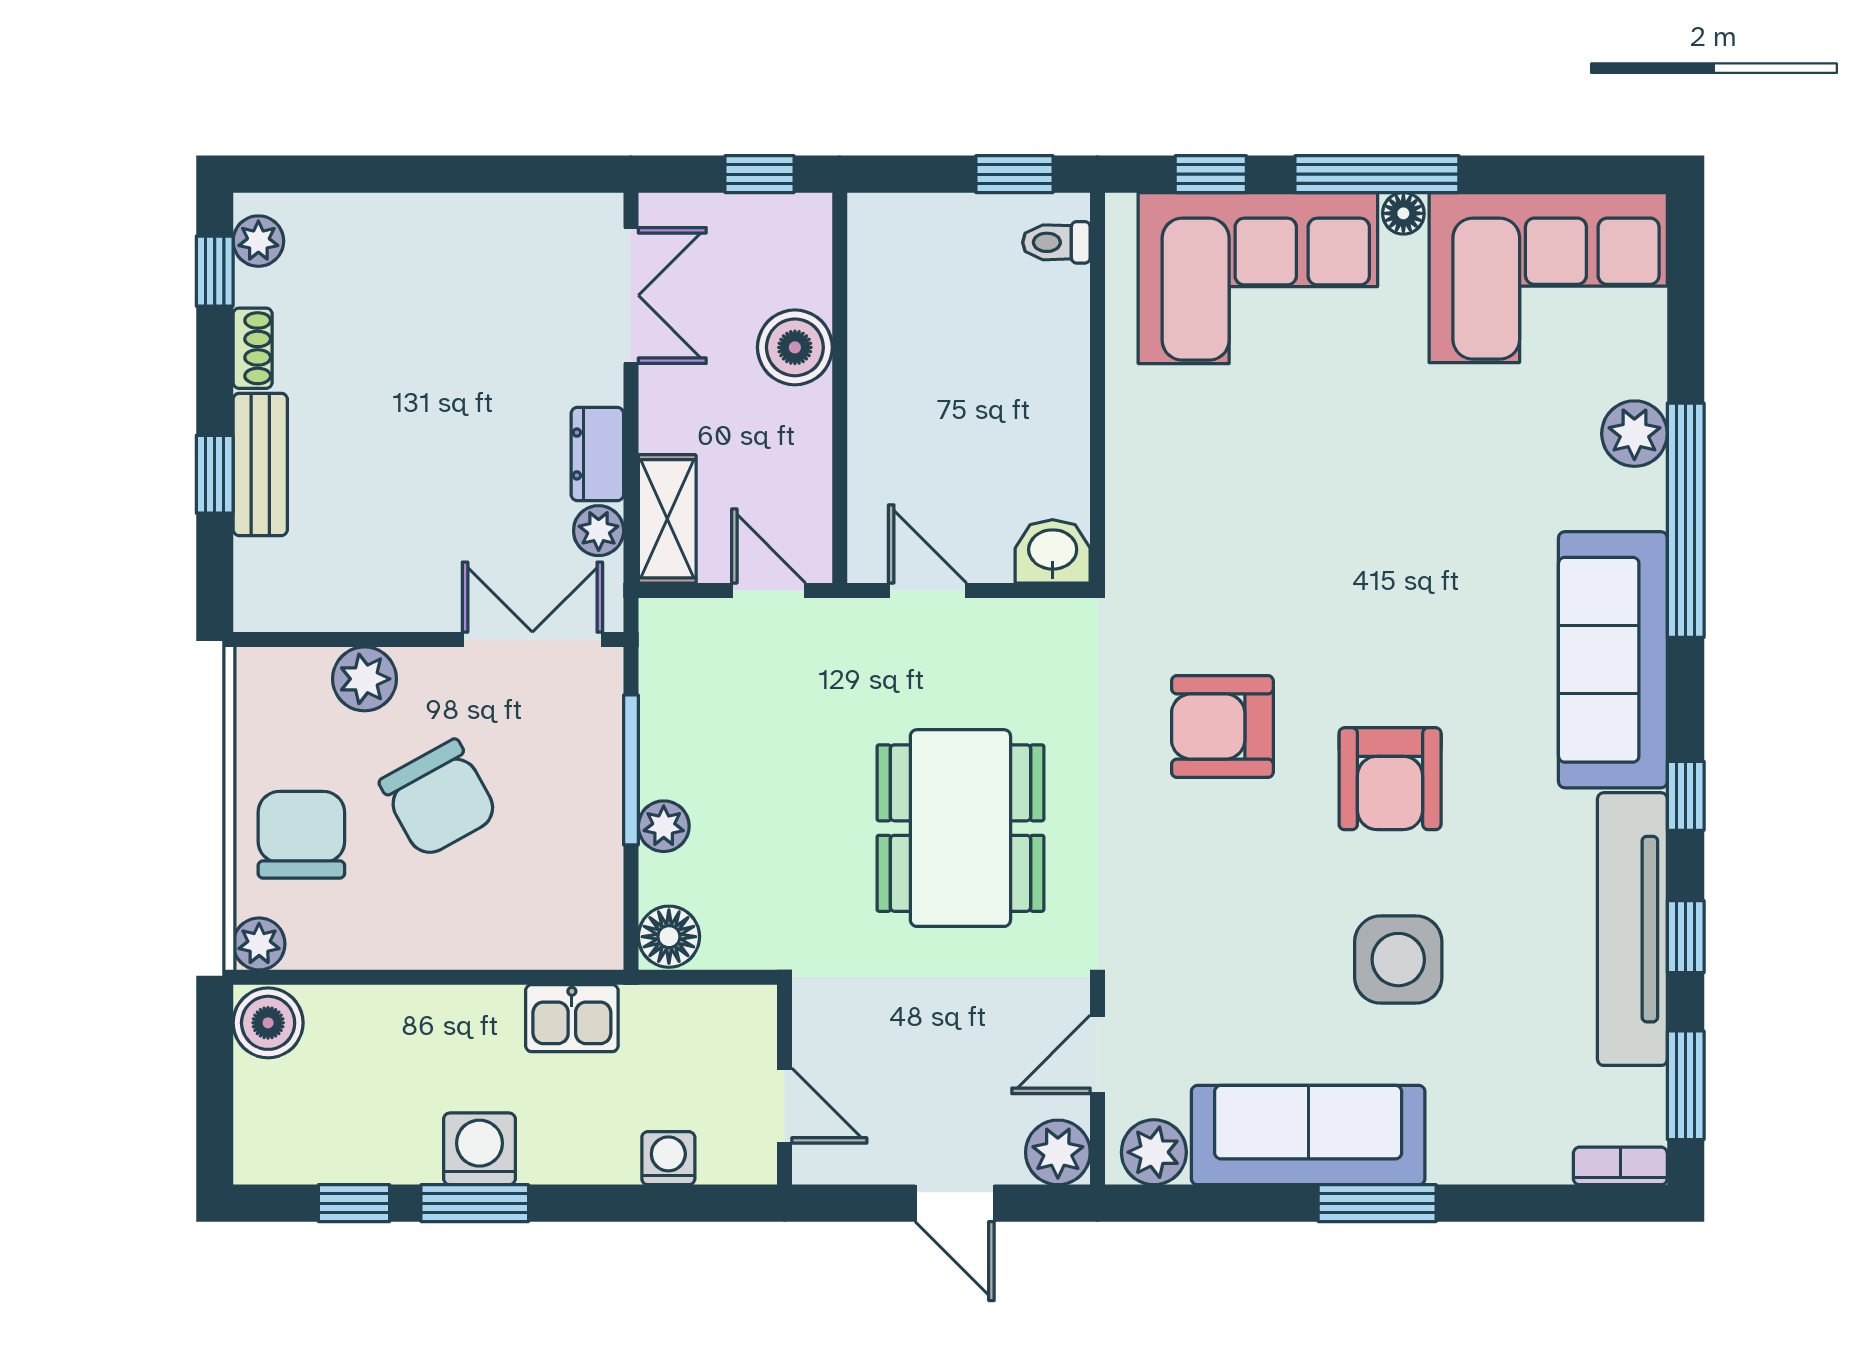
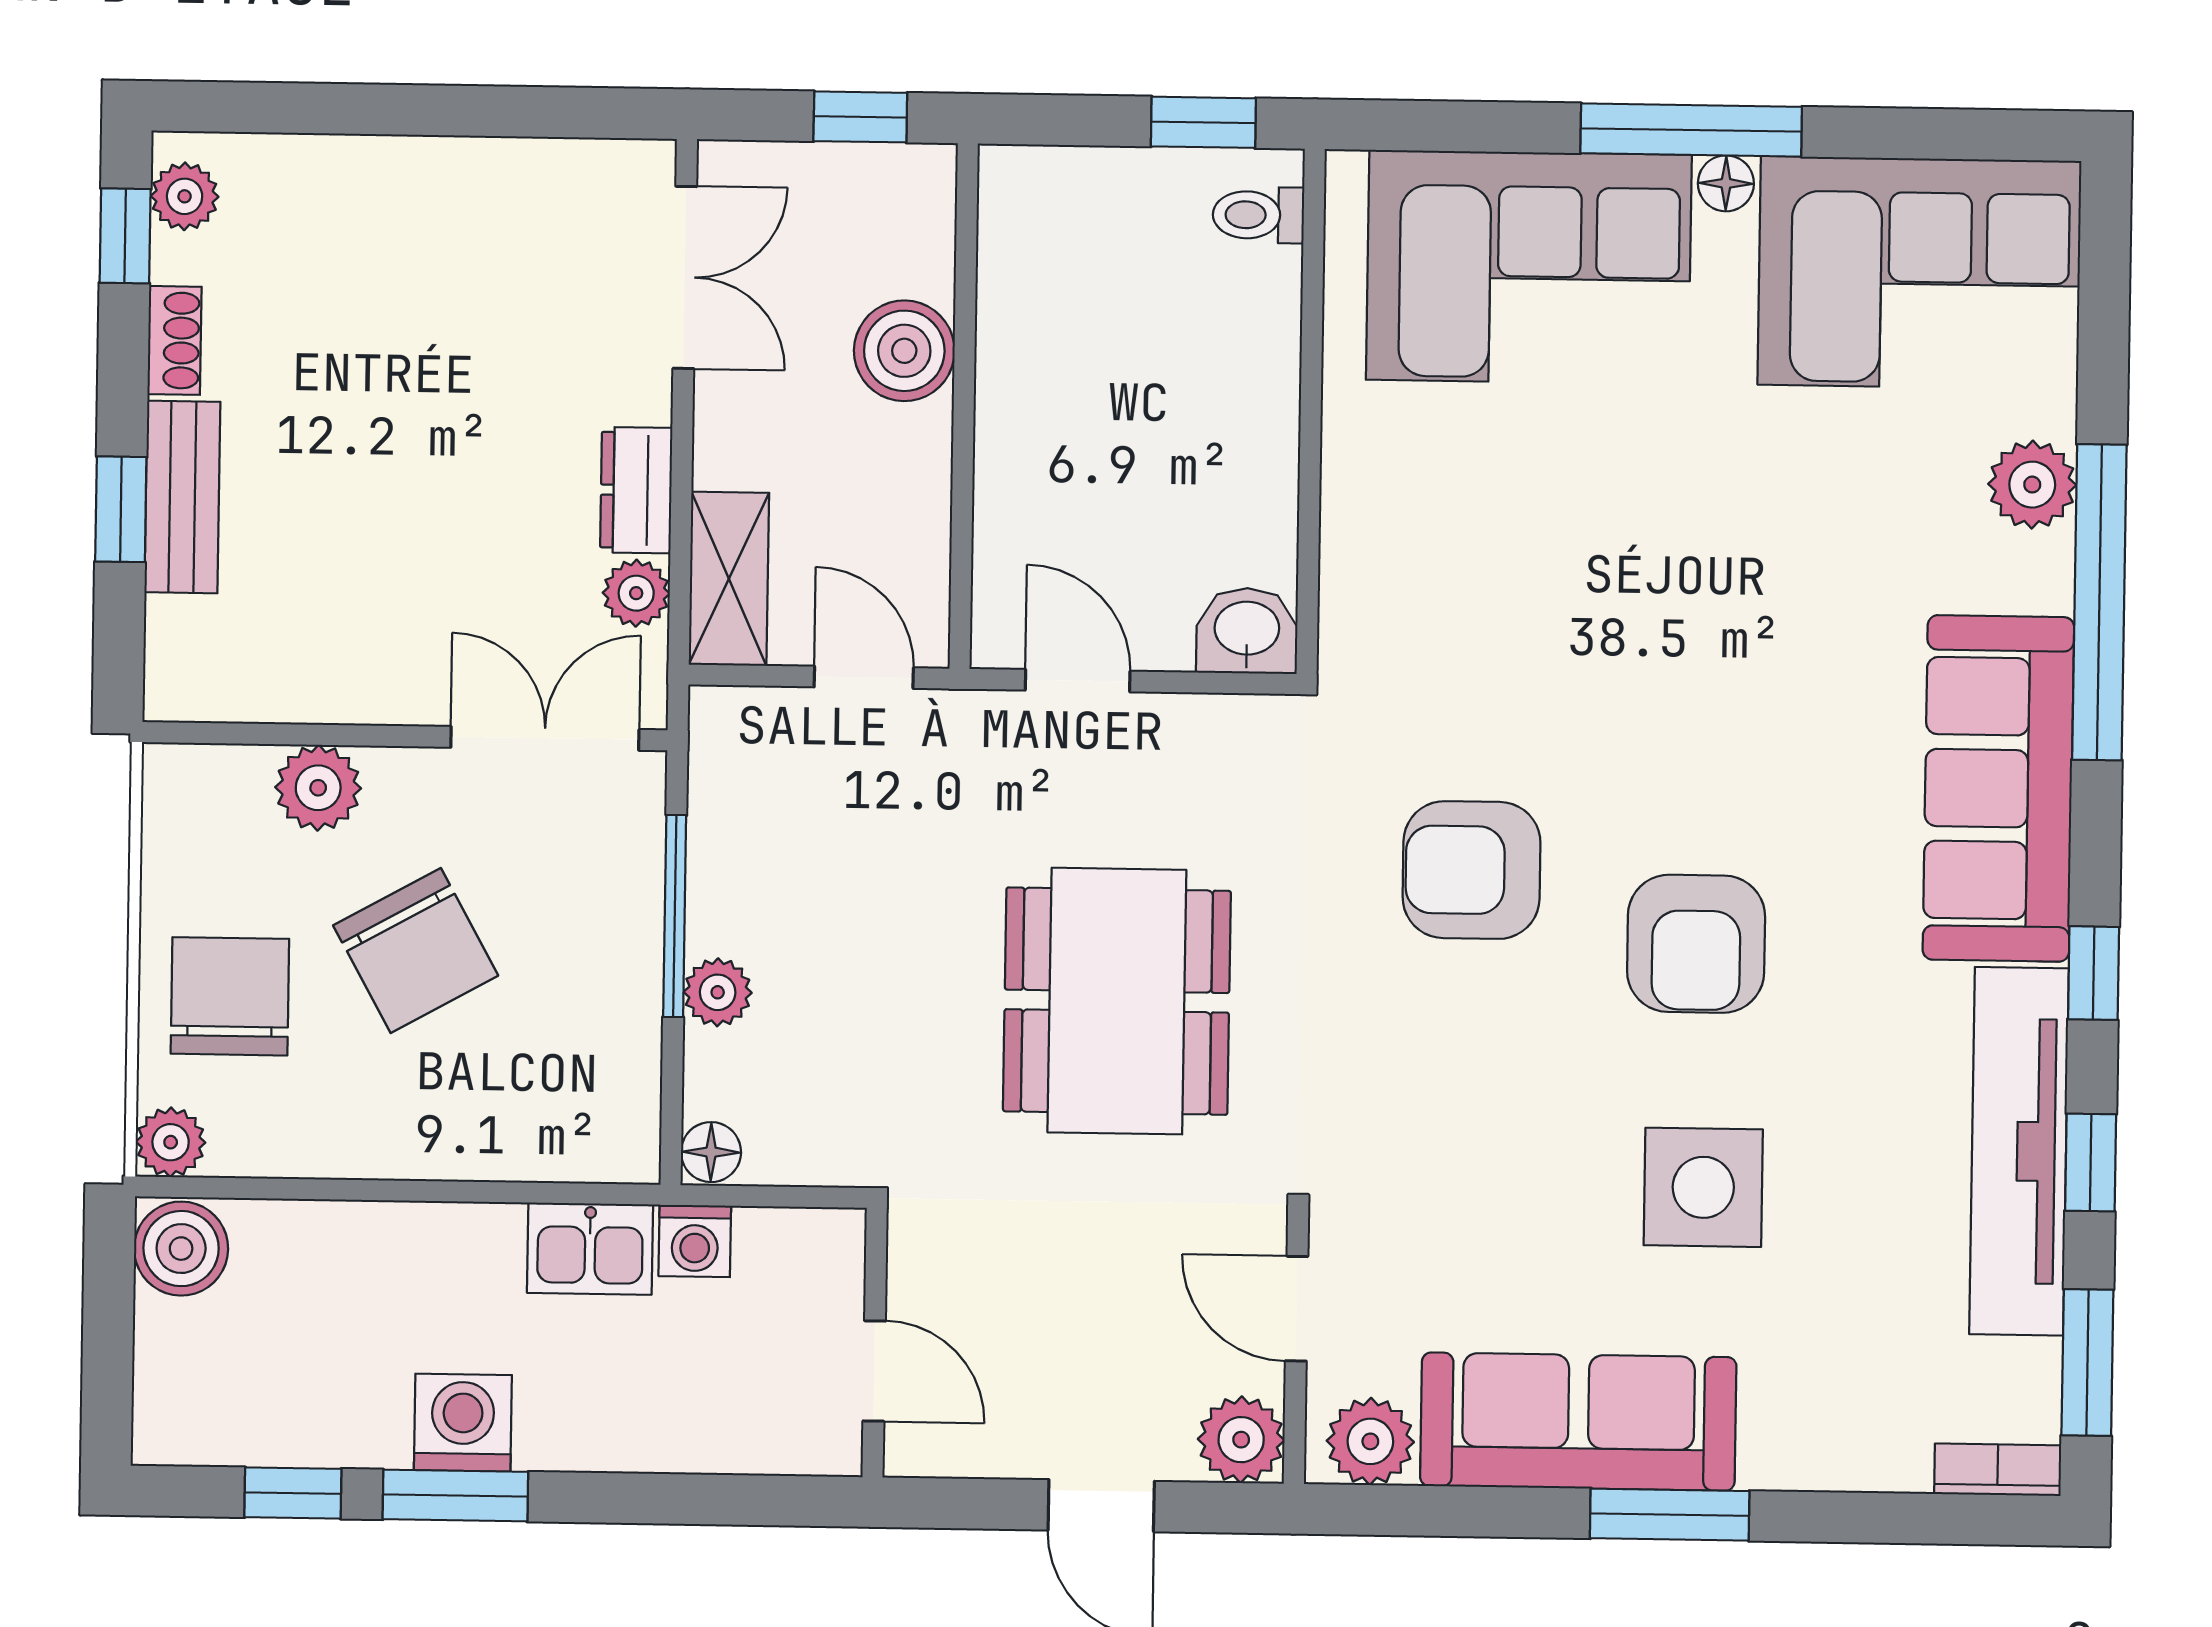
window: (1211, 174) -> (1468, 126), removed
floor lamp: (669, 937) -> (711, 1152), width x0.73, depth x0.73
door: (1098, 1054) -> (1297, 1309), hinge flipped
washing machine: (668, 1158) -> (695, 1241), moved, turned 180

